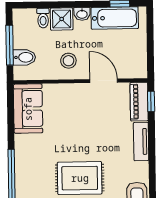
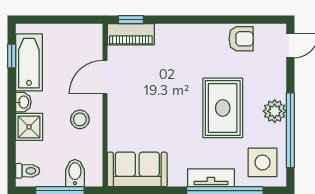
toilet: (43, 18) -> (28, 171), moved
tv unit: (141, 141) -> (211, 178), moved, turned 180

